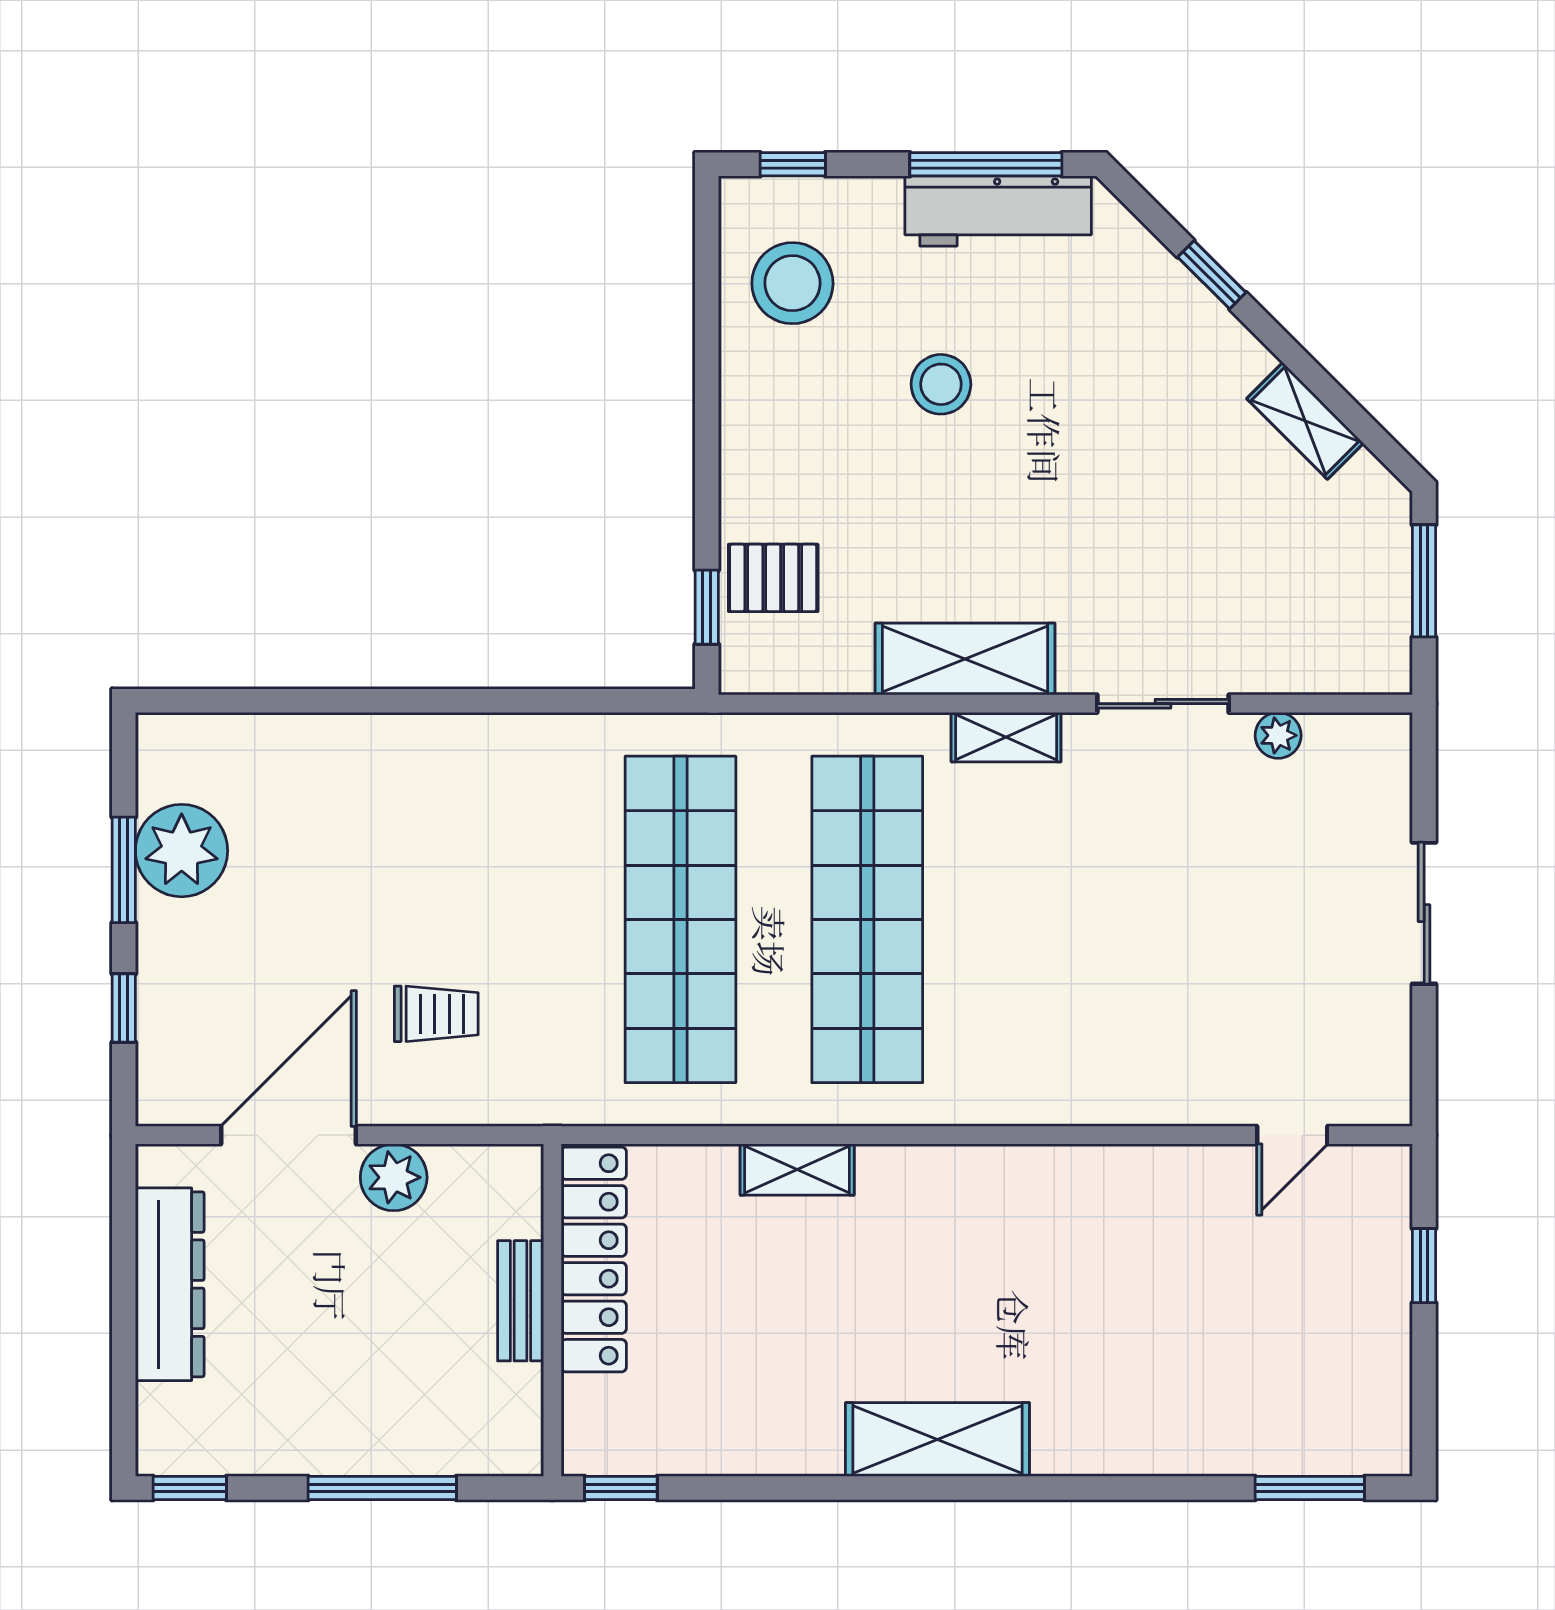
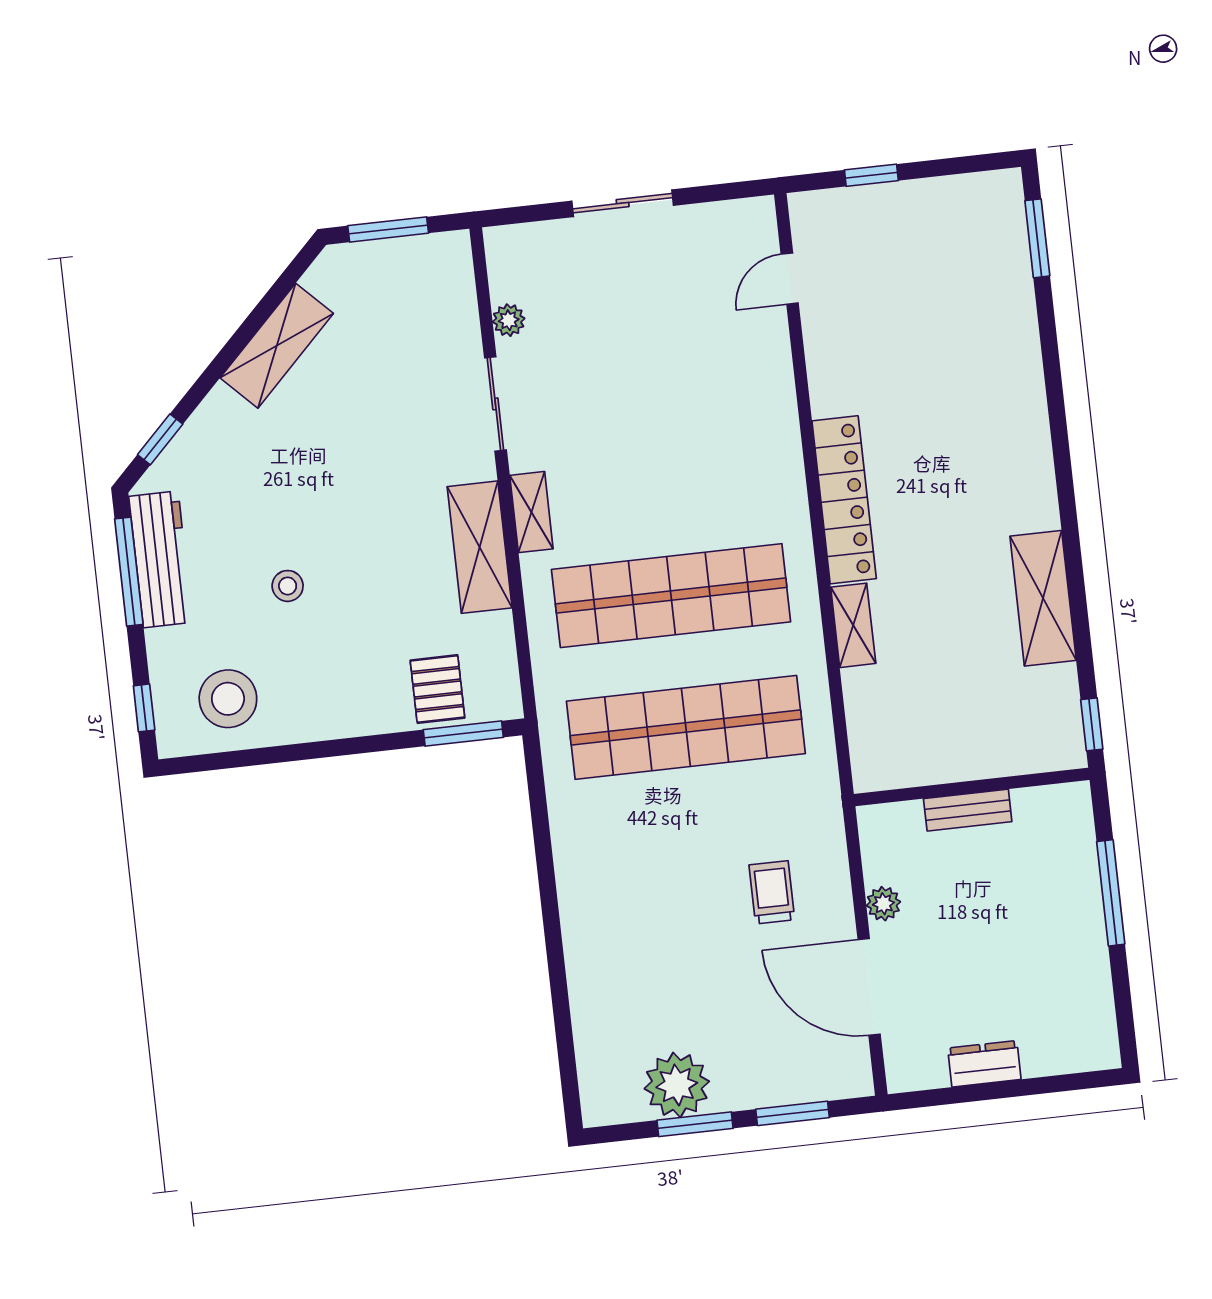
window: (1212, 275) -> (160, 439), moved
stool: (941, 384) -> (288, 586), width x0.73, depth x0.73
shelving: (1305, 421) -> (277, 346), width x1.50, depth x1.33
window: (707, 607) -> (463, 734), width x1.50
window: (124, 1008) -> (792, 1113), width x1.50
door: (1292, 1135) -> (790, 279), swing flipped
plant: (394, 1177) -> (883, 904), width x0.73, depth x0.73
locker: (594, 1259) -> (844, 500), moved, turned 90
dresser: (170, 1284) -> (984, 1064), width x0.51, depth x0.80
shelving: (937, 1440) -> (1043, 598), moved
window: (190, 1488) -> (1126, 1029), removed

